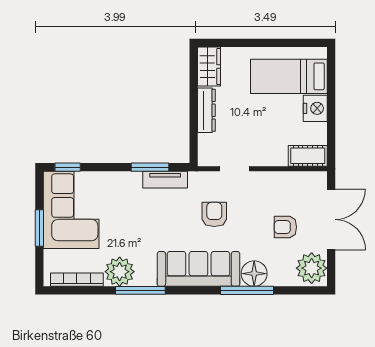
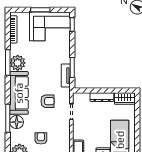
plant: (120, 272) -> (18, 63), moved

